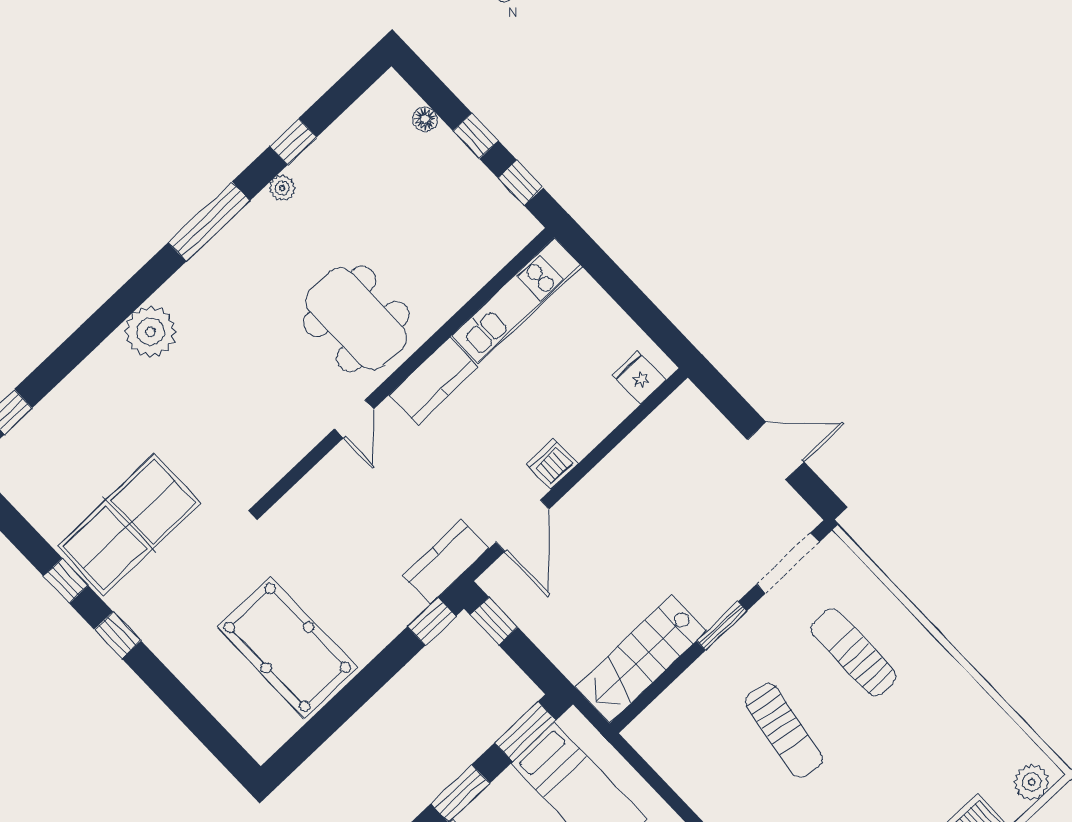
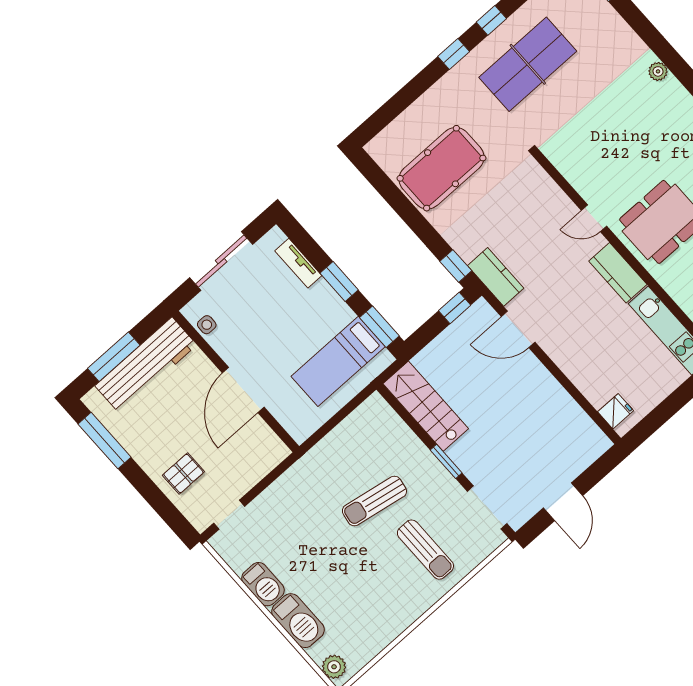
plant: (151, 332) -> (658, 71), width x0.53, depth x0.53
dishwasher: (552, 464) -> (559, 351), removed
table tennis table: (129, 525) -> (528, 64), turned 90
sun lounger: (853, 652) -> (425, 550), turned 90

